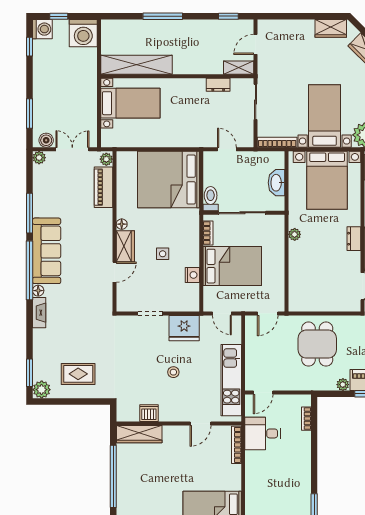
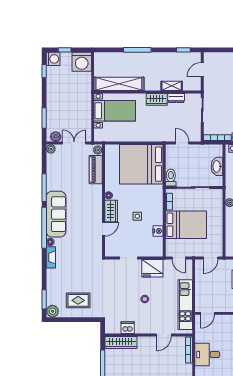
shelving: (239, 68) -> (172, 86), moved
wardrobe: (190, 87) -> (157, 99), added
desk: (263, 433) -> (207, 355), moved

